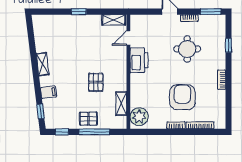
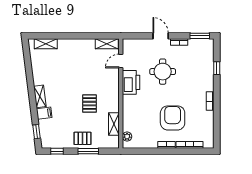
window: (79, 12) -> (73, 36), removed
shelving: (50, 20) -> (46, 44), added
round table: (187, 49) -> (163, 72), moved
shelving: (43, 64) -> (40, 96), moved
plant: (139, 117) -> (127, 137), width x0.53, depth x0.53
window: (94, 132) -> (88, 151), width x0.69

